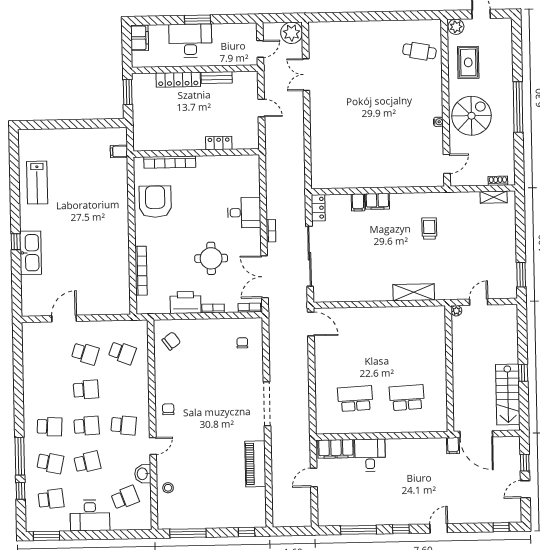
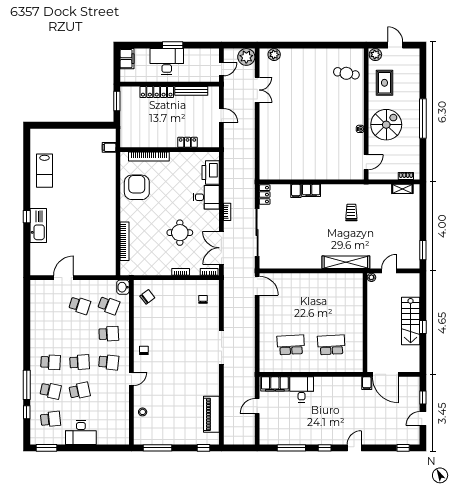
plant: (327, 29) -> (274, 55), added
double door: (306, 75) -> (257, 90), swing flipped
bench: (217, 78) -> (191, 91), width x1.36
shelving: (414, 292) -> (346, 262), width x1.47
printer: (185, 302) -> (211, 172), moved, turned -90
school desk: (86, 390) -> (109, 334), moved
stairs: (508, 395) -> (411, 321), moved
piano: (255, 464) -> (211, 414), moved
washbasin: (143, 474) -> (123, 287), moved
school desk: (125, 498) -> (109, 419), removed

